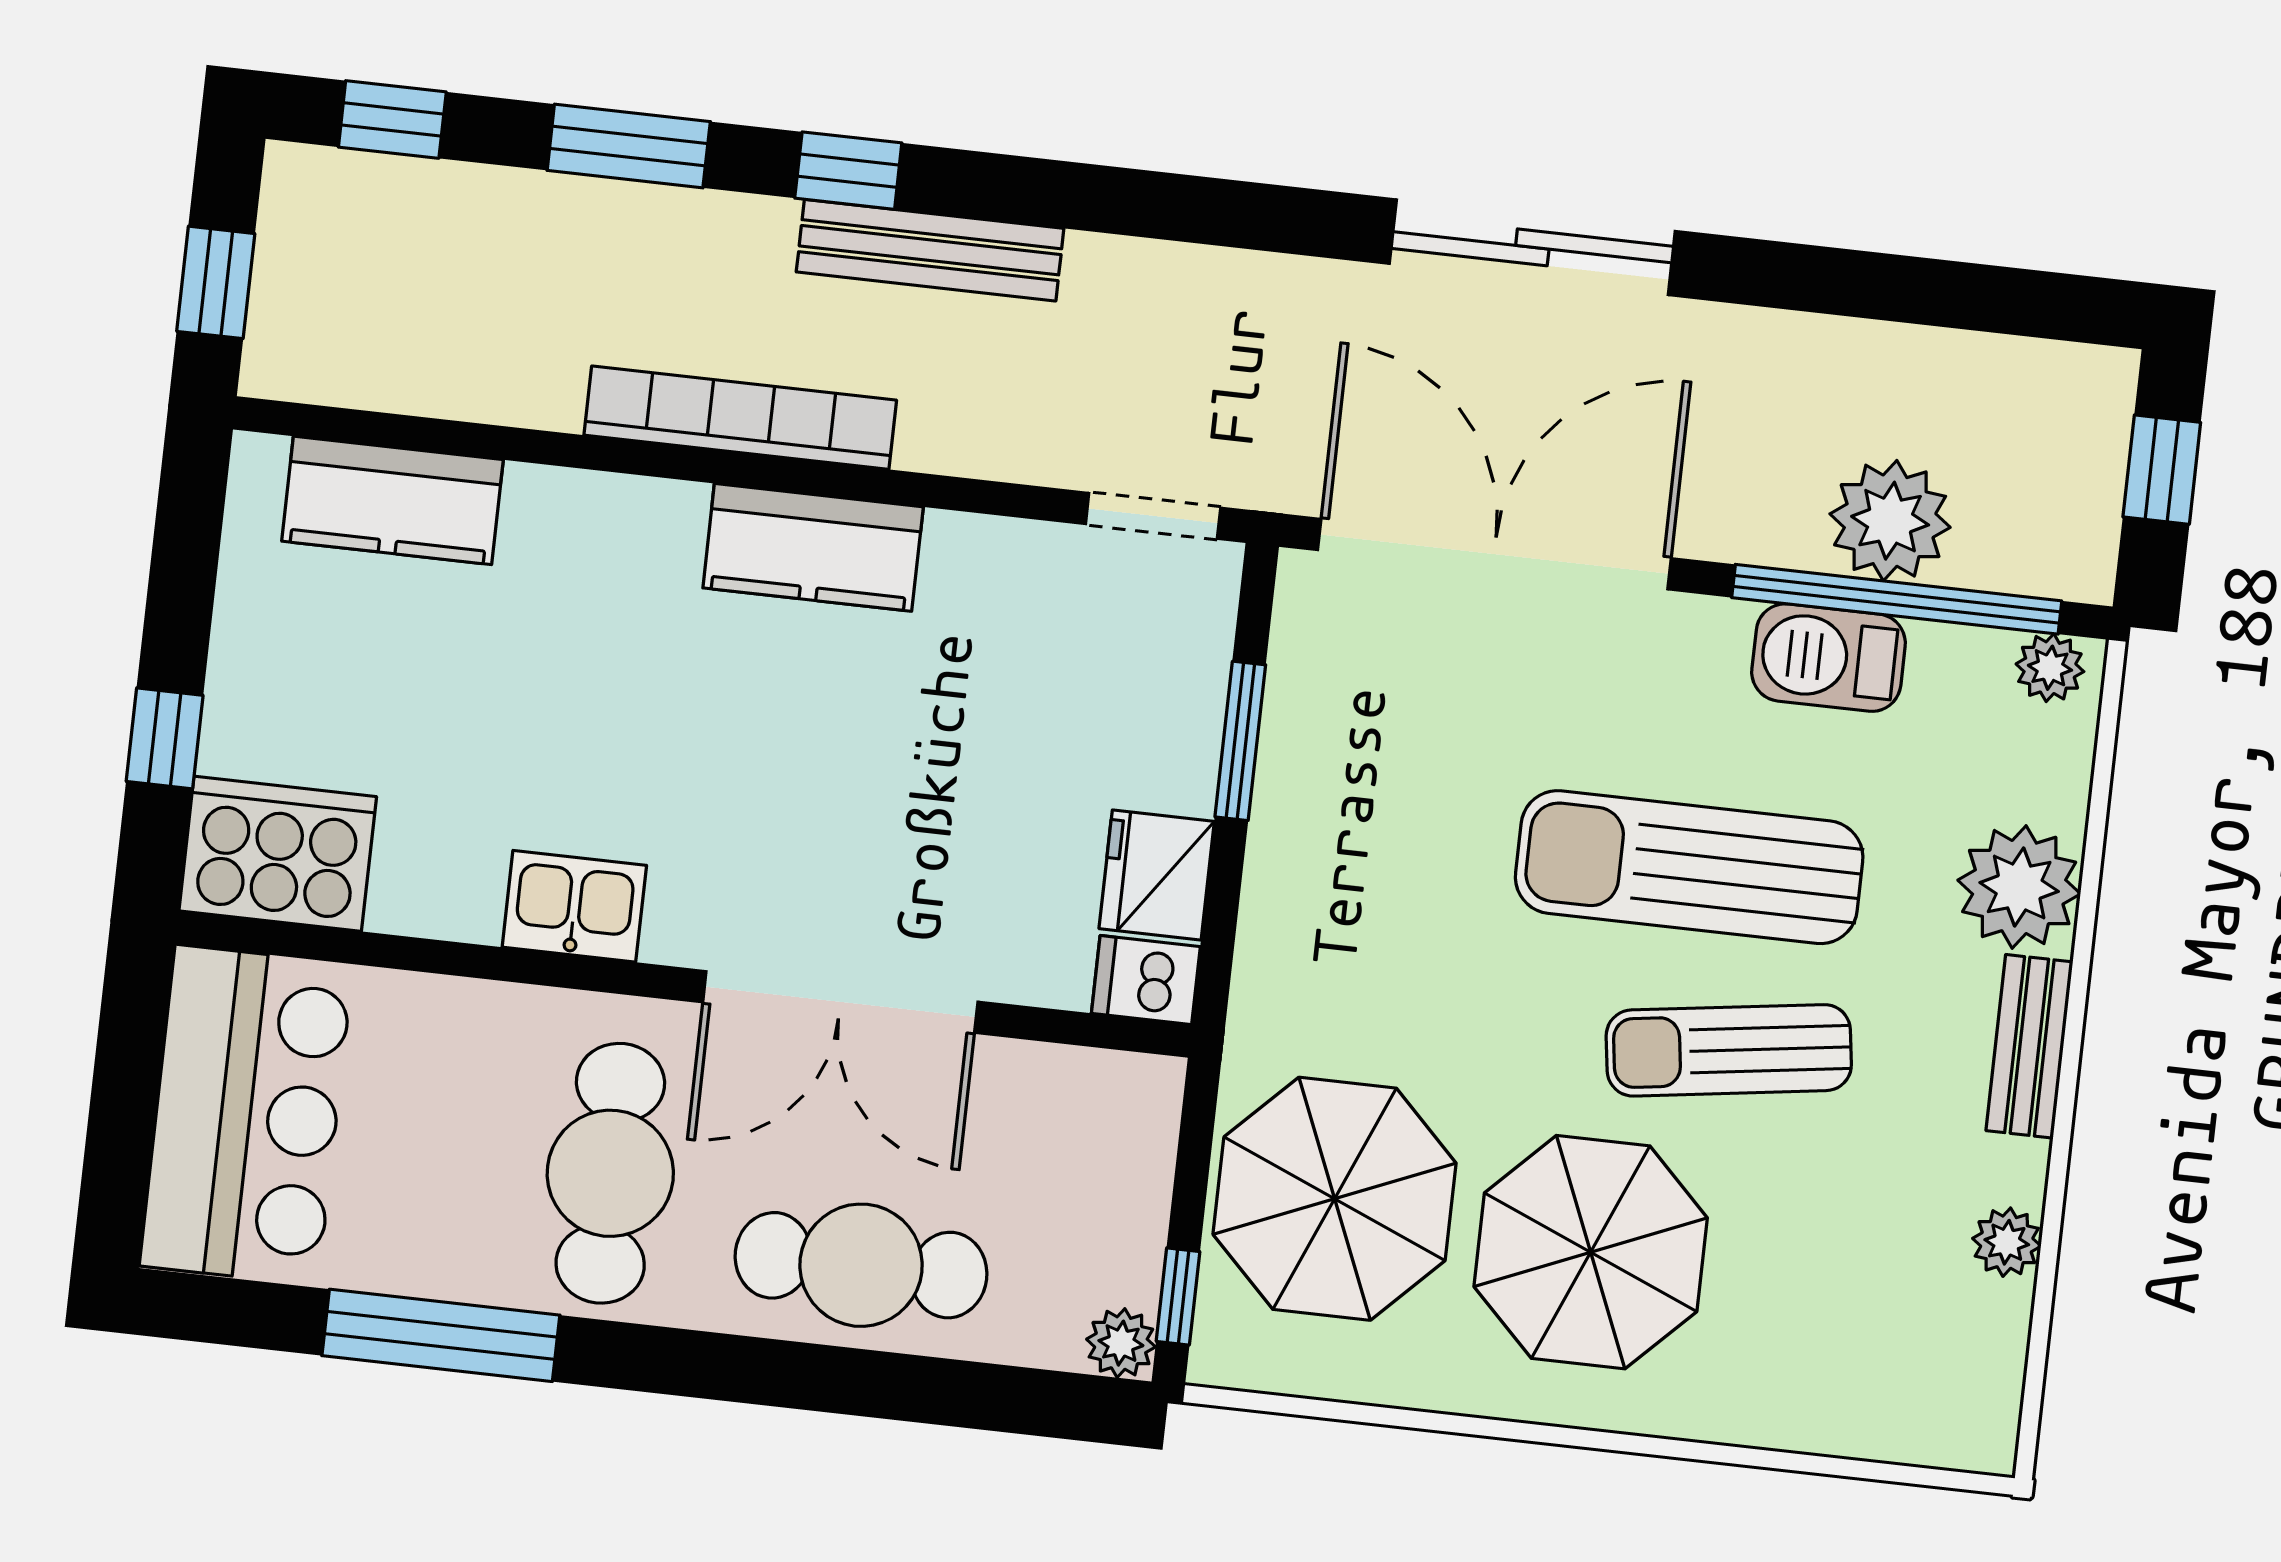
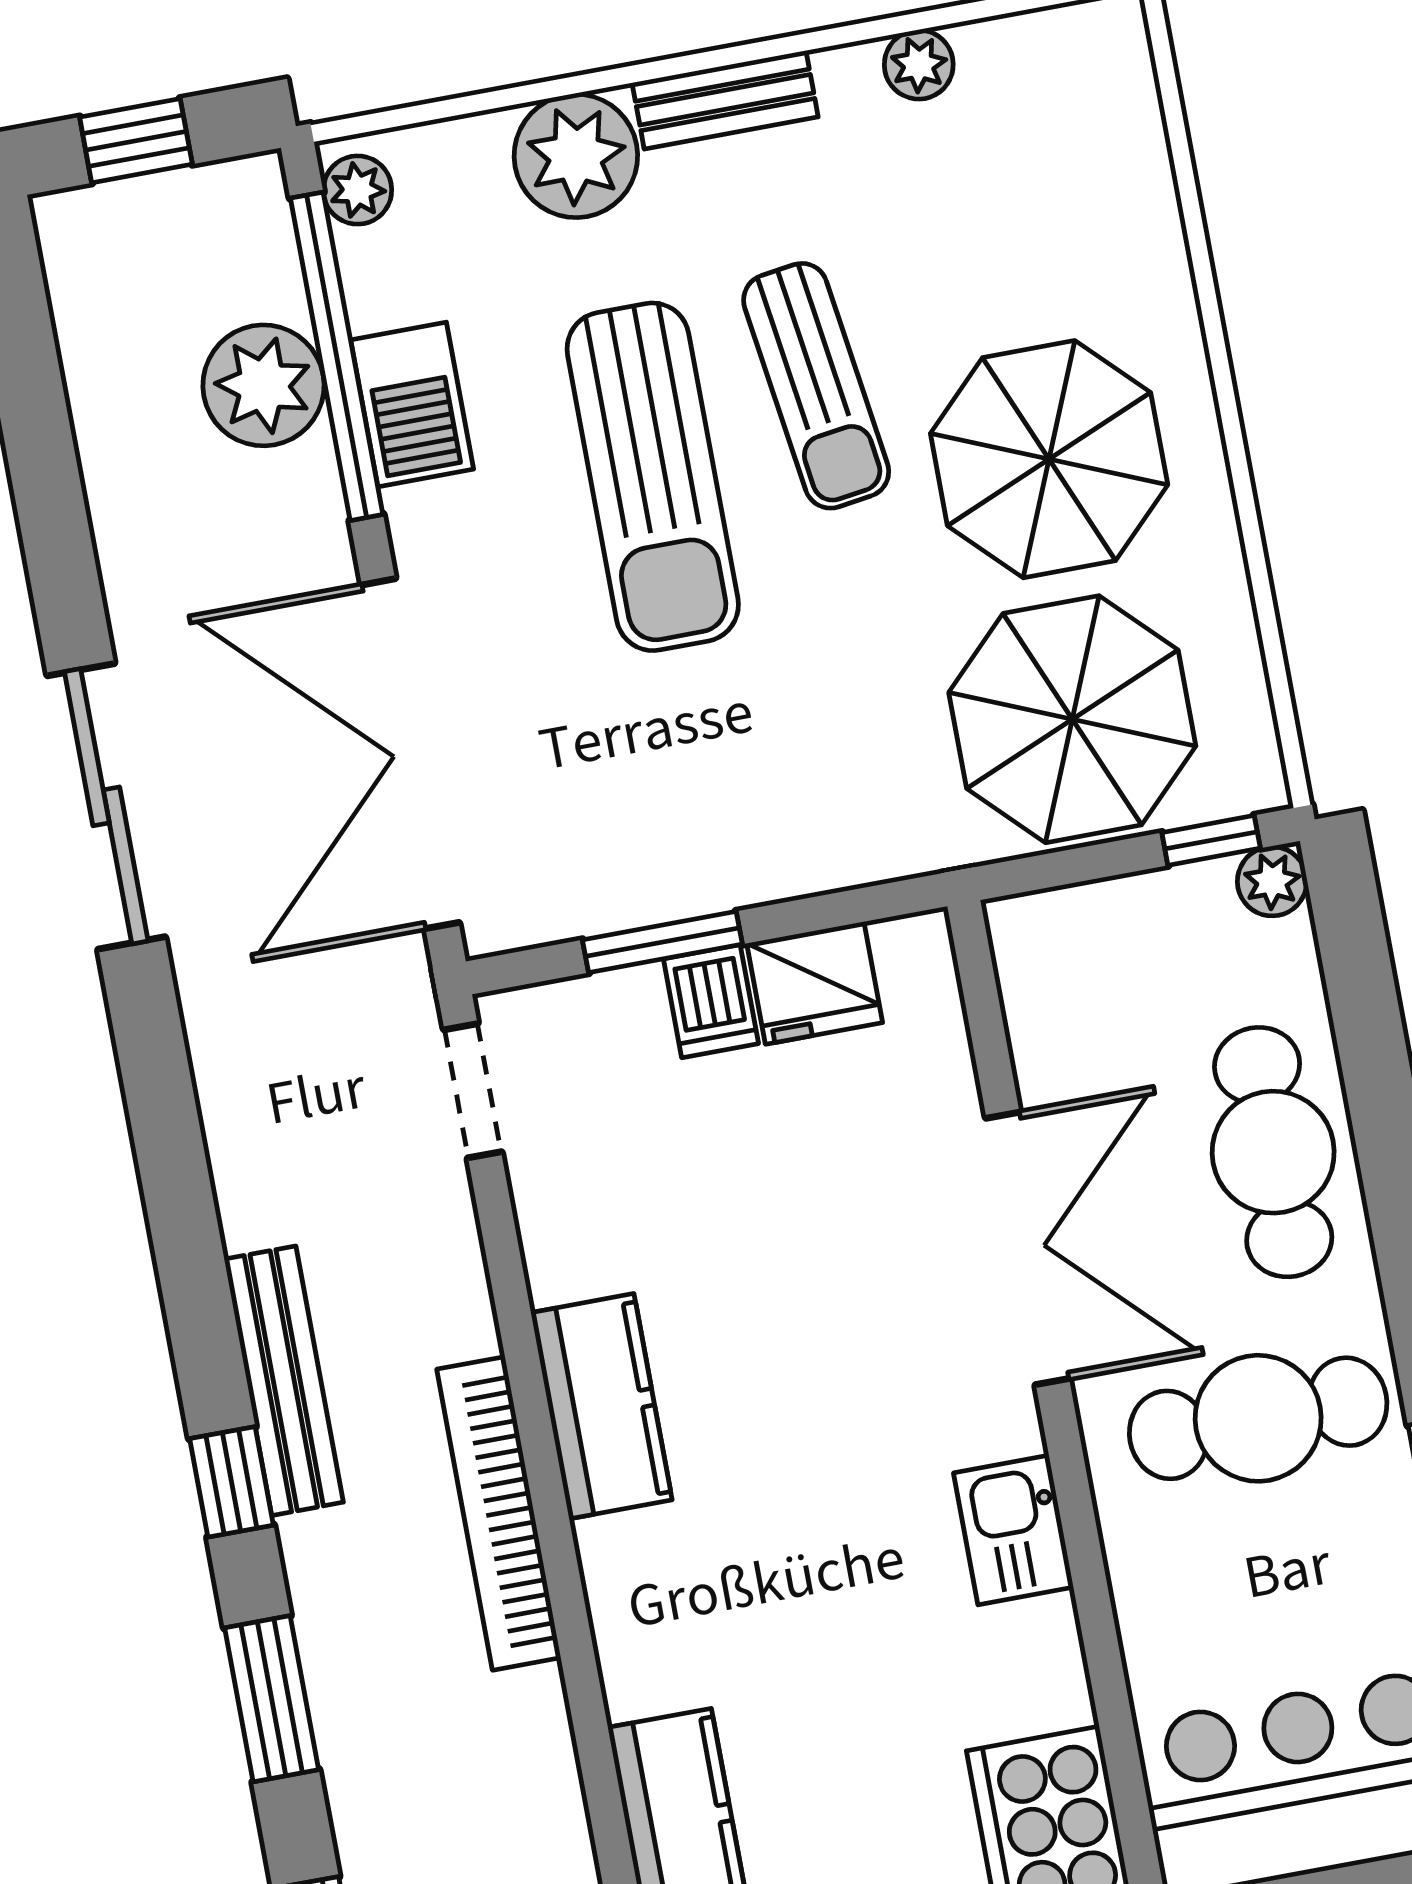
dishwasher: (1146, 980) -> (711, 1001), moved

